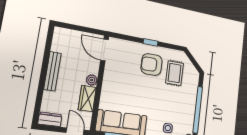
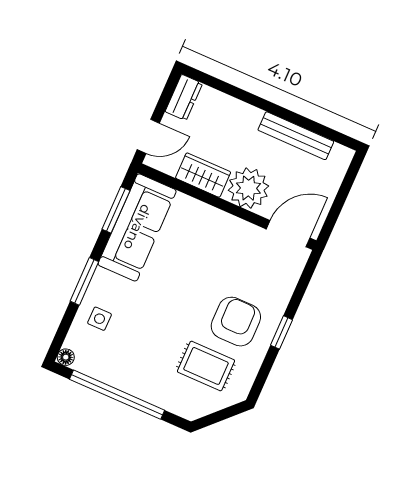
bench: (52, 71) -> (296, 136), moved
plant: (92, 80) -> (248, 188), width x1.87, depth x1.87

